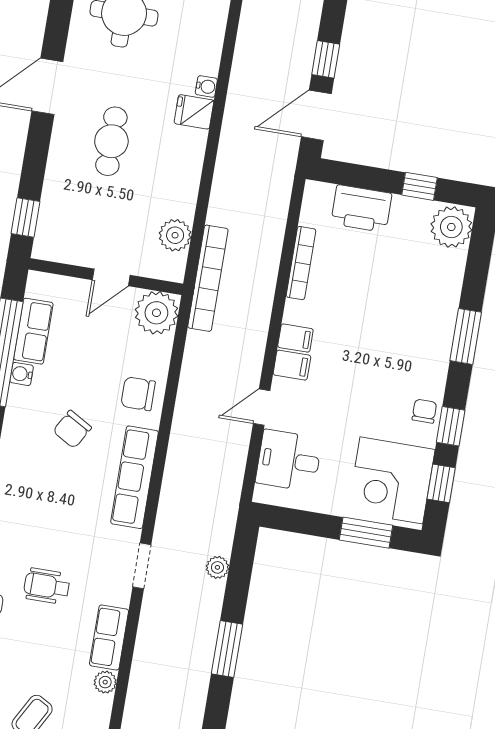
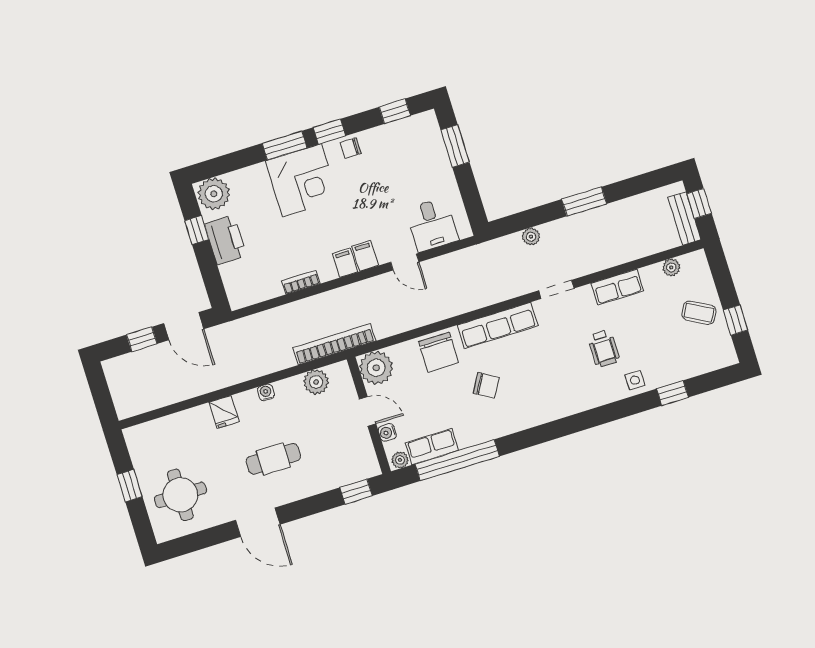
water cooler: (206, 86) -> (266, 392), moved
printer: (361, 209) -> (225, 240), moved
bookcase: (301, 263) -> (301, 282), width x0.64
plant: (36, 287) -> (400, 460), added
water cooler: (22, 374) -> (387, 433), moved, turned 90
chair: (138, 394) -> (439, 352), width x1.37, depth x1.37
window: (451, 426) -> (329, 132), moved
corner desk: (391, 480) -> (302, 180), moved
plant: (105, 682) -> (671, 267), moved

